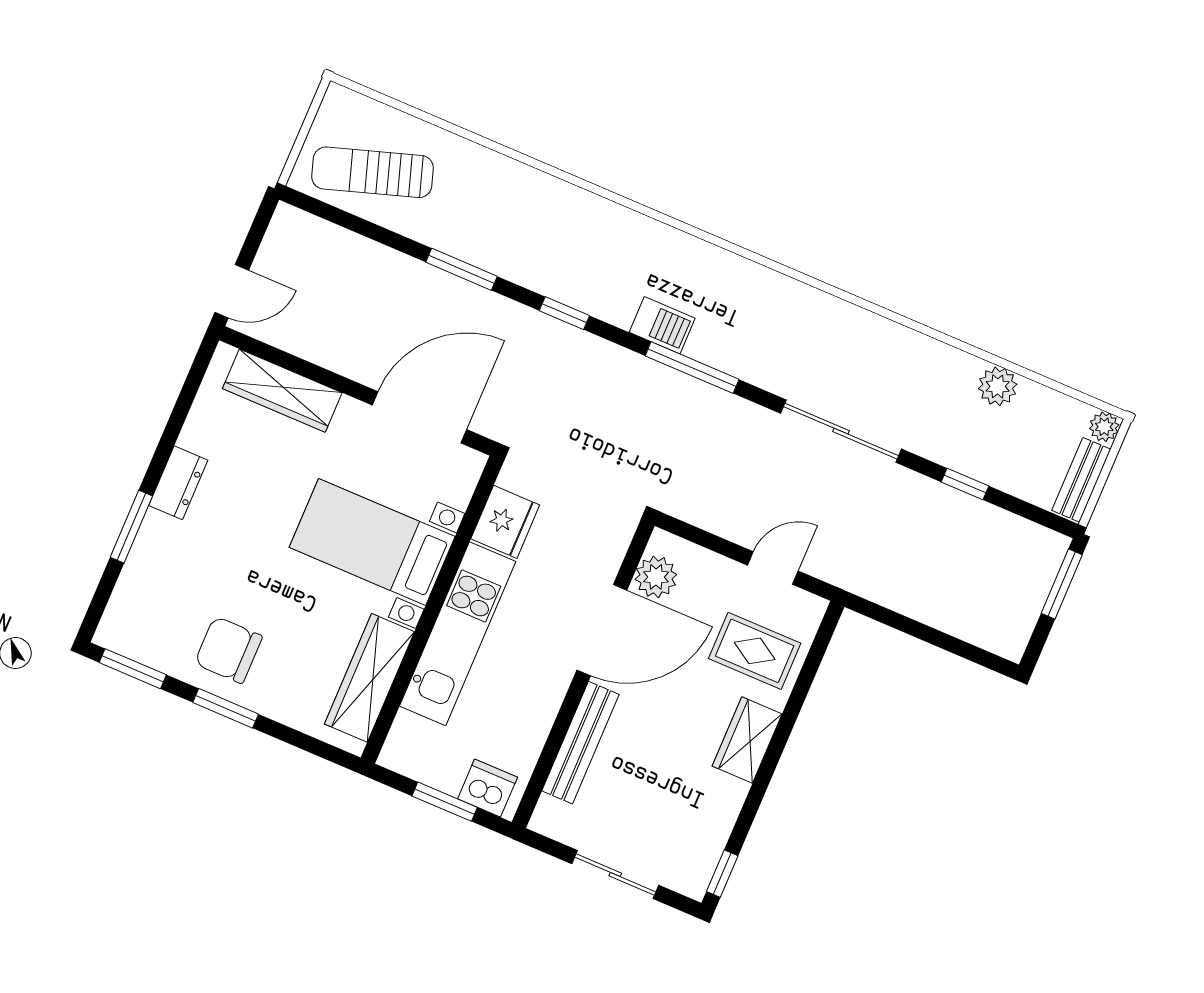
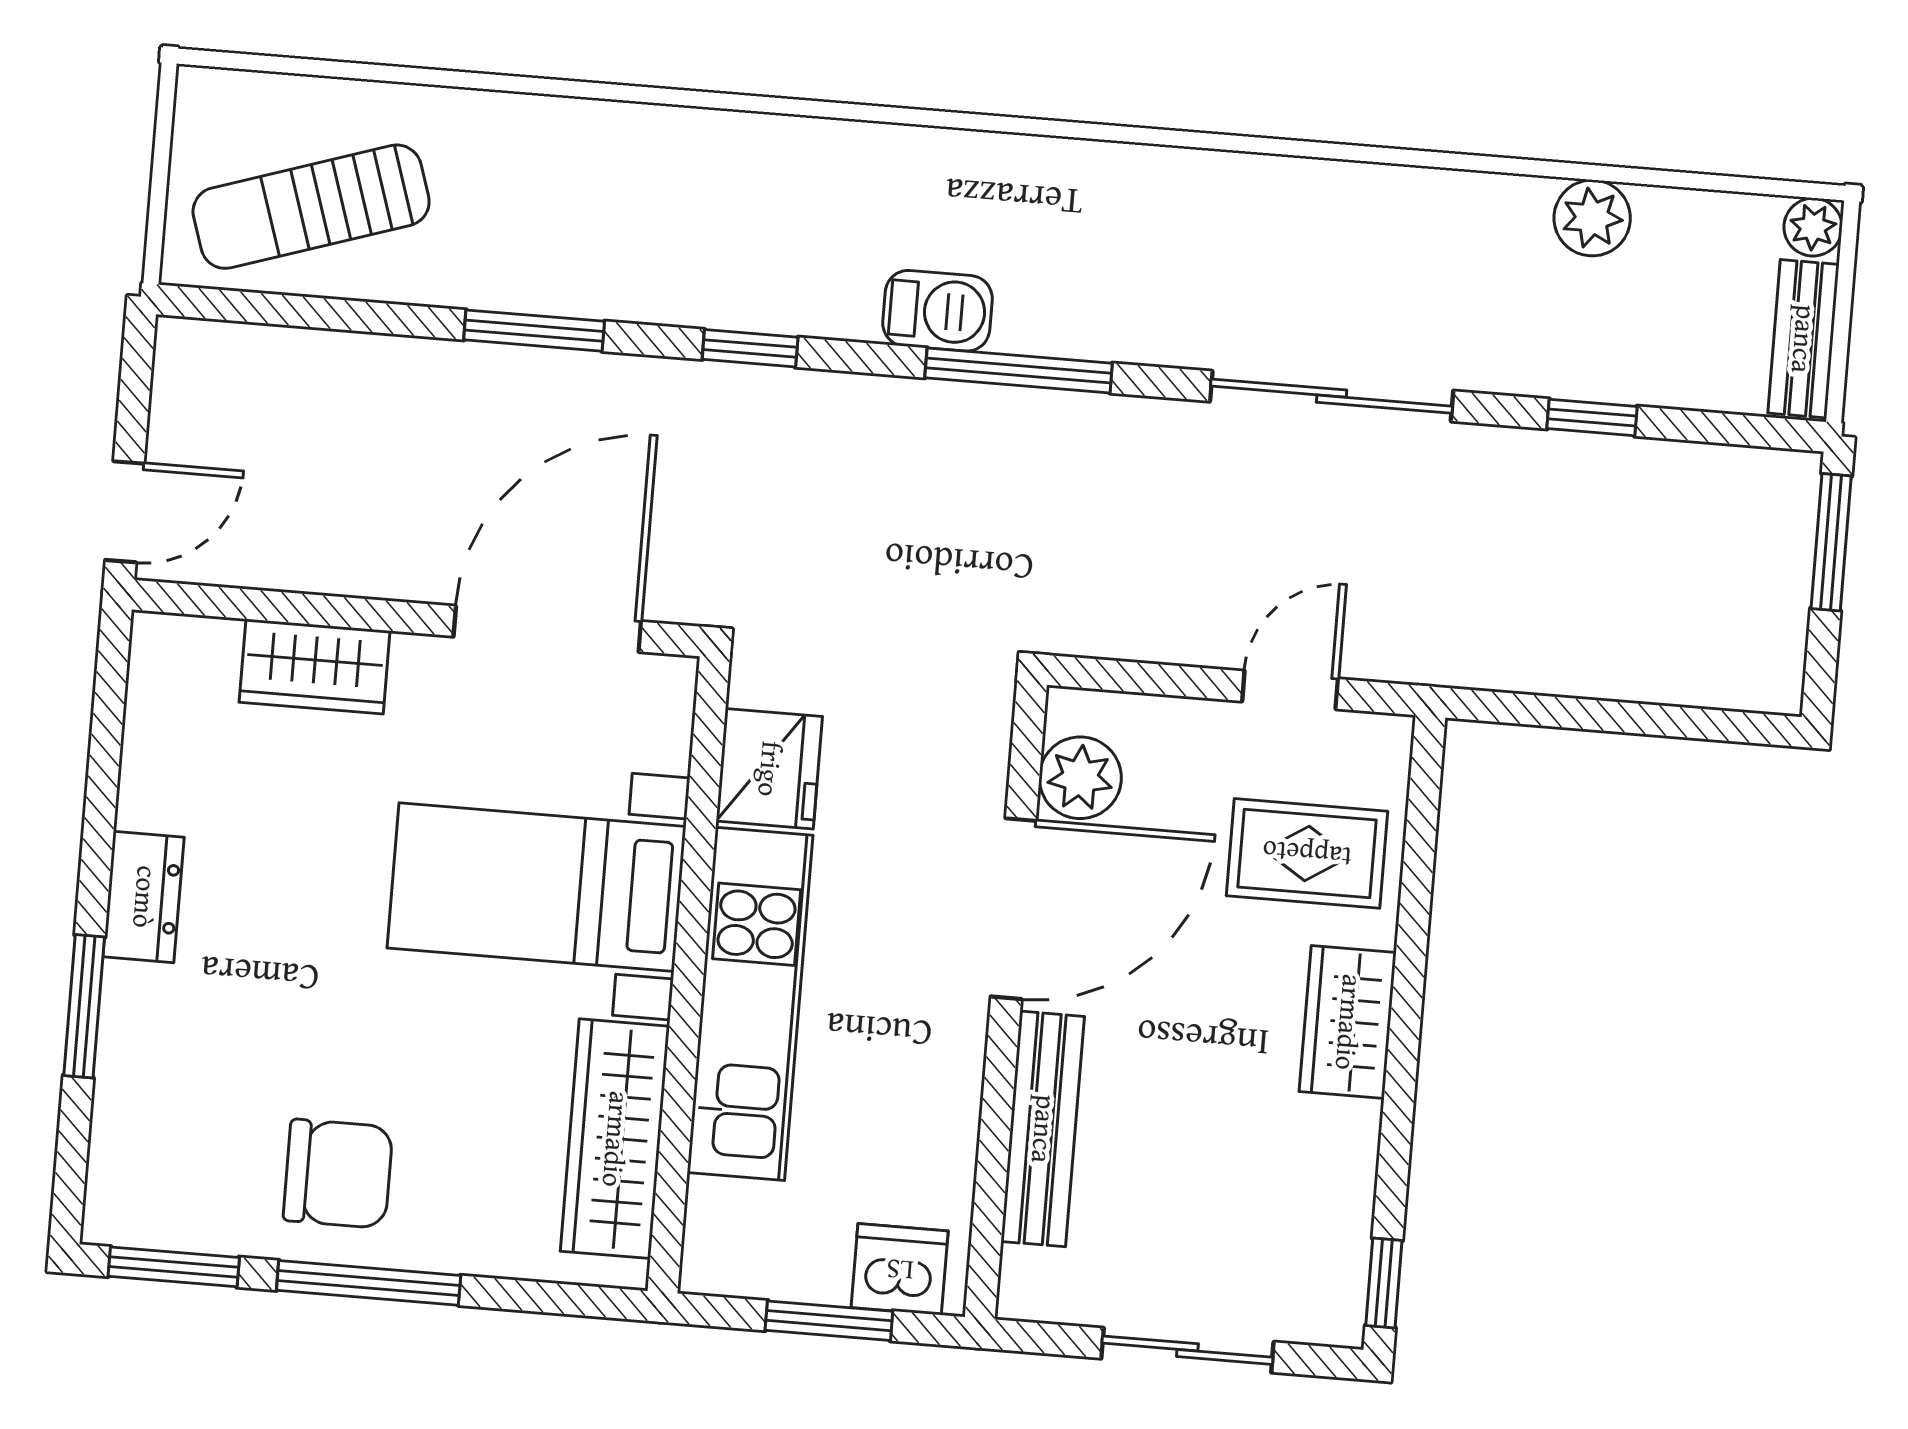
wardrobe: (282, 391) -> (315, 667), width x0.67
chair: (228, 650) -> (338, 1174), turned 180
window: (226, 708) -> (369, 1283), width x1.44

